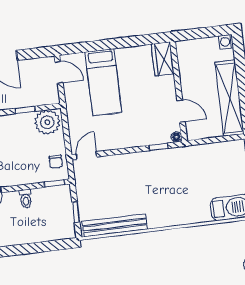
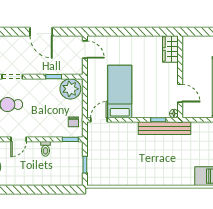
bed: (103, 82) -> (120, 91), moved, turned 180
bench: (115, 225) -> (165, 128), moved

